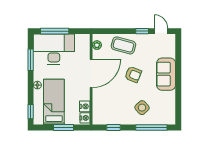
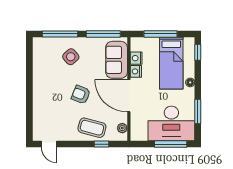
window: (142, 31) -> (102, 144), moved
door: (91, 73) -> (129, 96), hinge flipped
sofa: (166, 74) -> (117, 60), moved, turned 180
nightstand: (85, 118) -> (136, 71), moved
window: (63, 128) -> (160, 34), width x1.44
window: (114, 128) -> (103, 34), width x2.17

